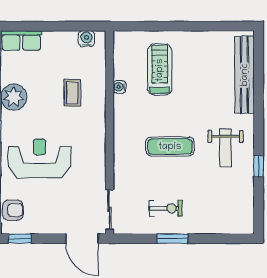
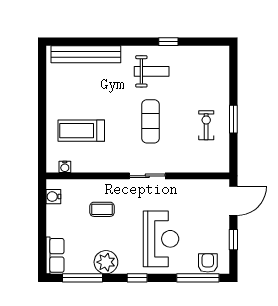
water cooler: (119, 87) -> (65, 167), moved
reception desk: (40, 158) -> (161, 239), turned 180
sliding door: (110, 209) -> (147, 176), moved
window: (20, 239) -> (233, 240), moved

